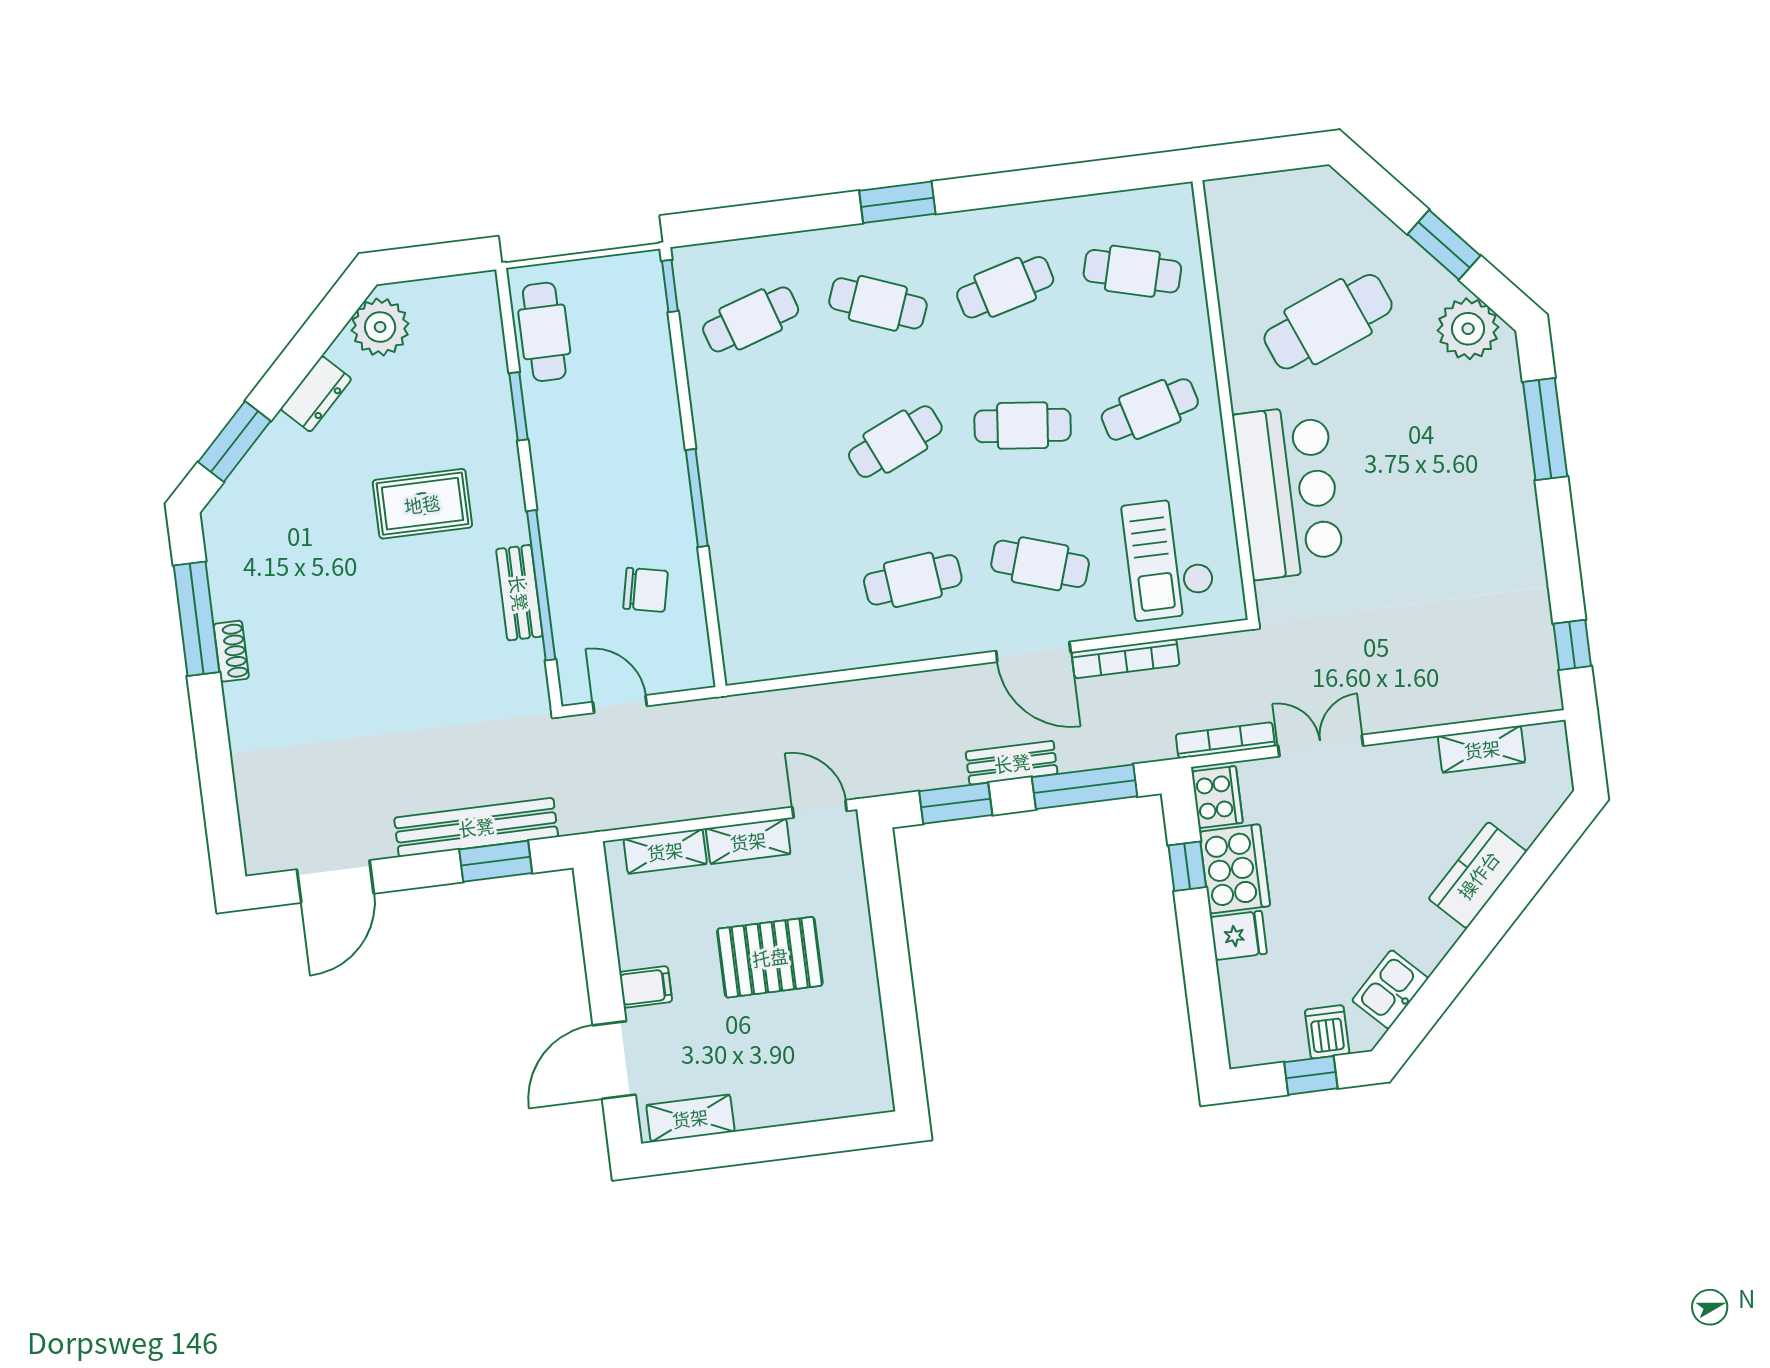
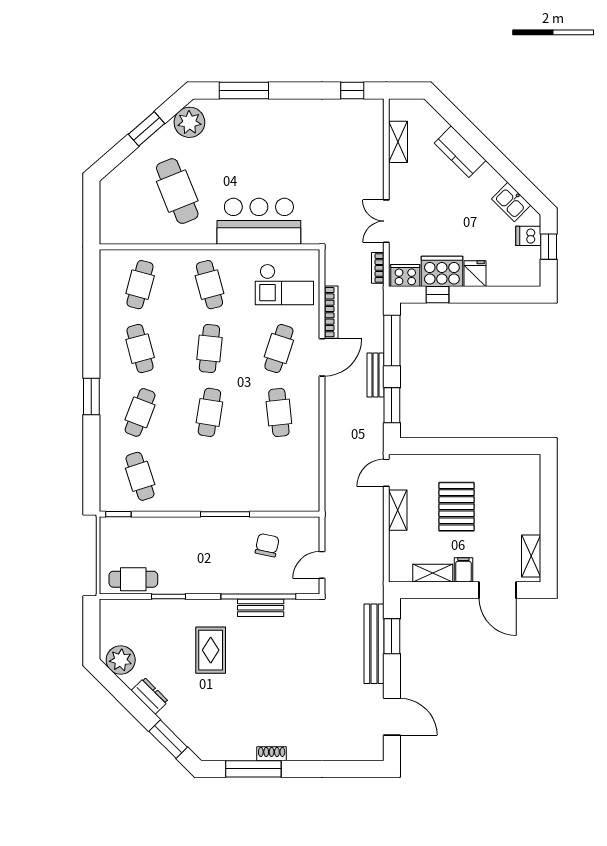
cafe table: (895, 442) -> (209, 412), turned 33
bookcase: (1225, 740) -> (378, 268), width x0.64
shelving: (665, 851) -> (433, 573), moved, turned 90

